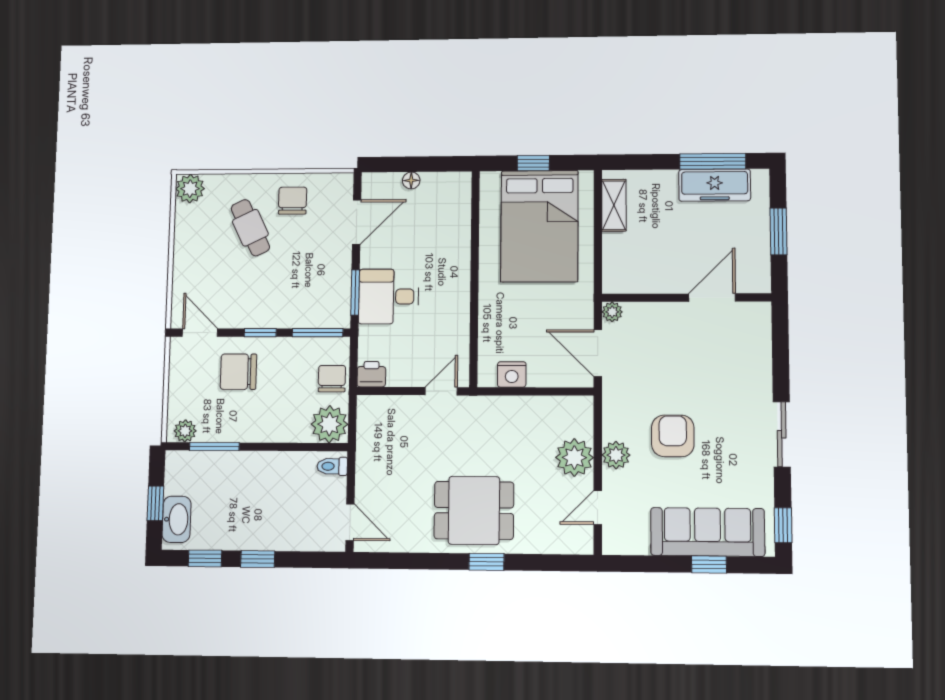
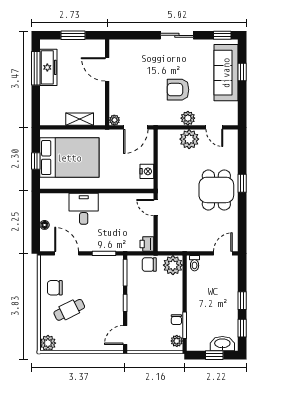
shelving: (614, 205) -> (80, 119), moved
desk: (389, 296) -> (84, 209), moved, turned 180
chair: (239, 372) -> (176, 320), moved, width x0.54, depth x0.54

